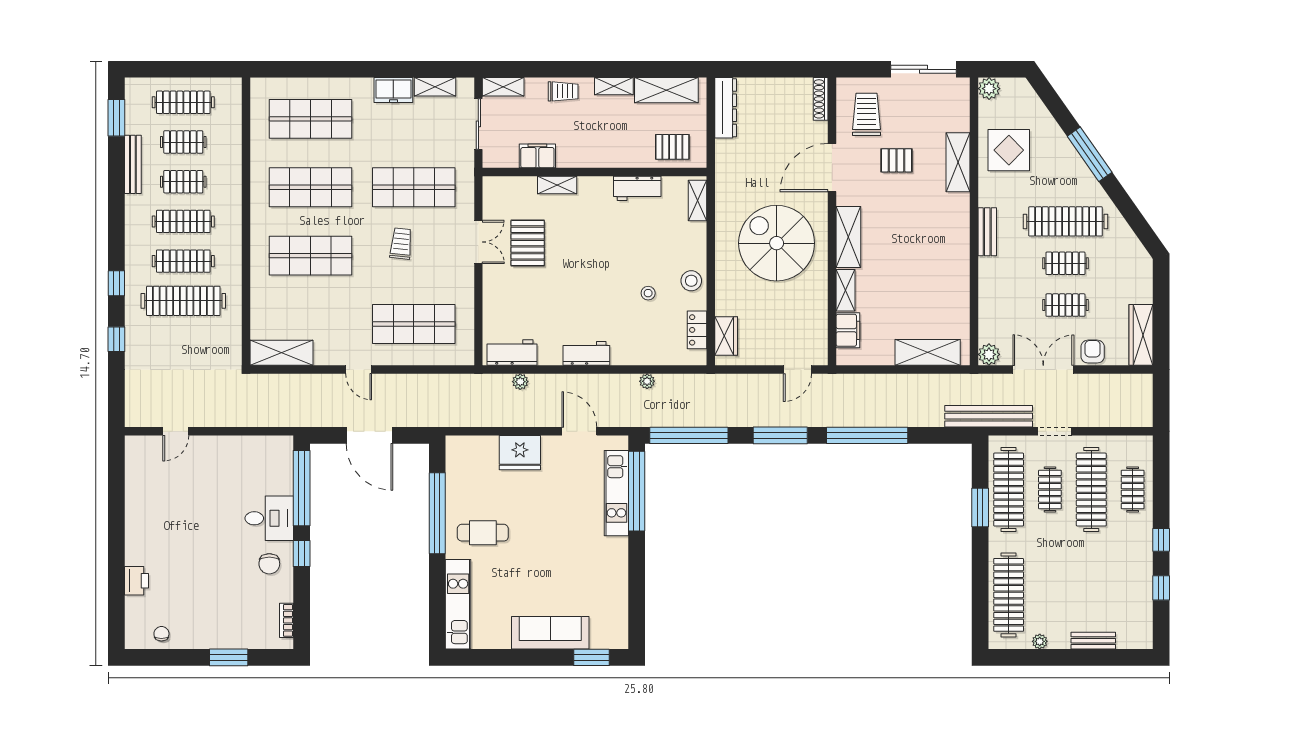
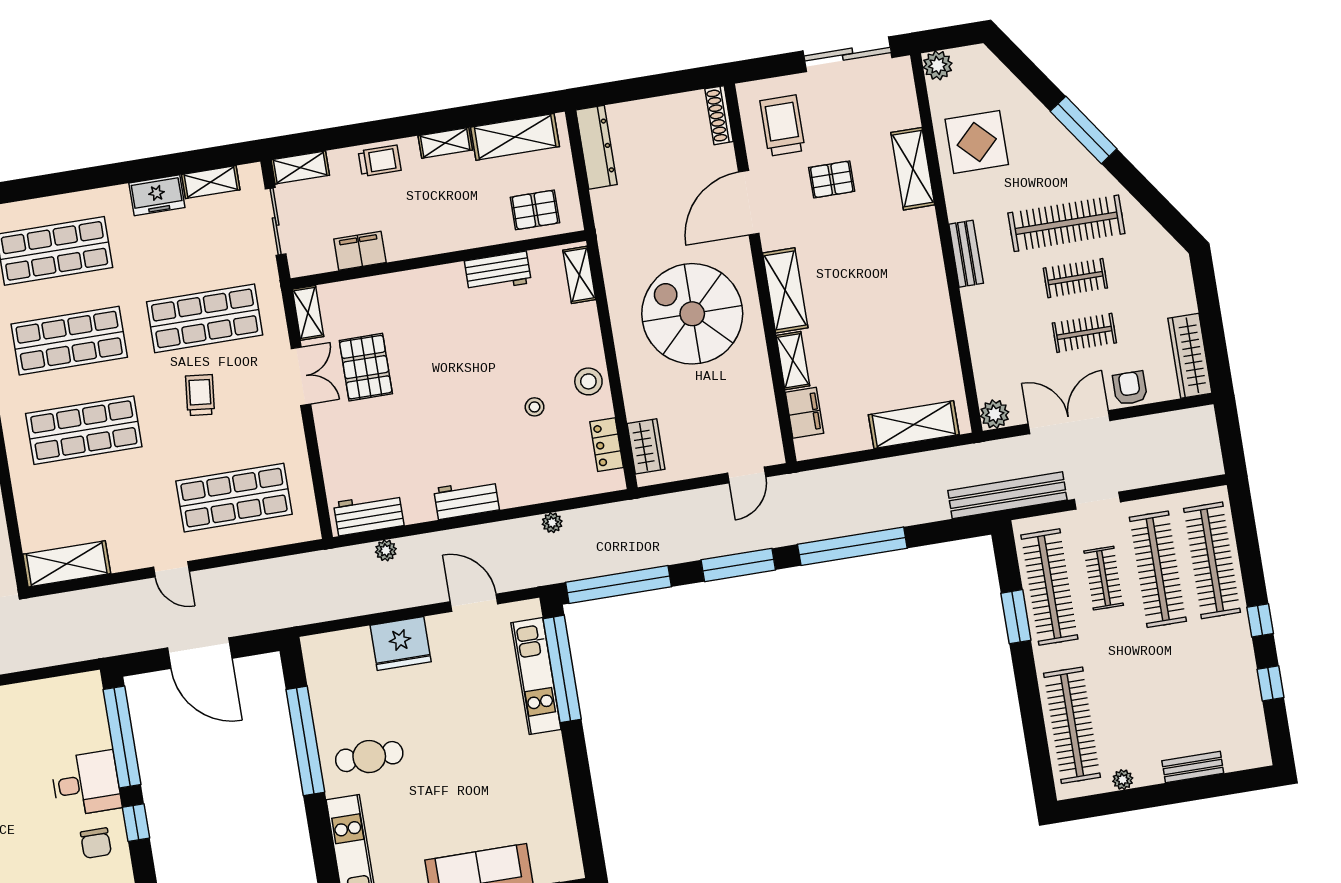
shelving: (557, 185) -> (308, 313), moved, turned 90
clothes rail: (1133, 490) -> (1212, 560), width x1.86, depth x1.31

